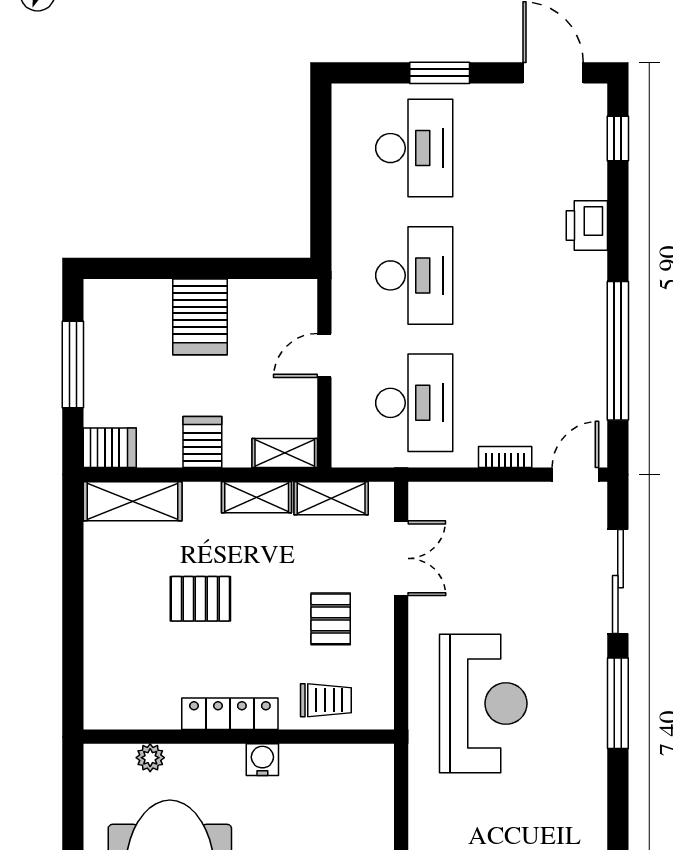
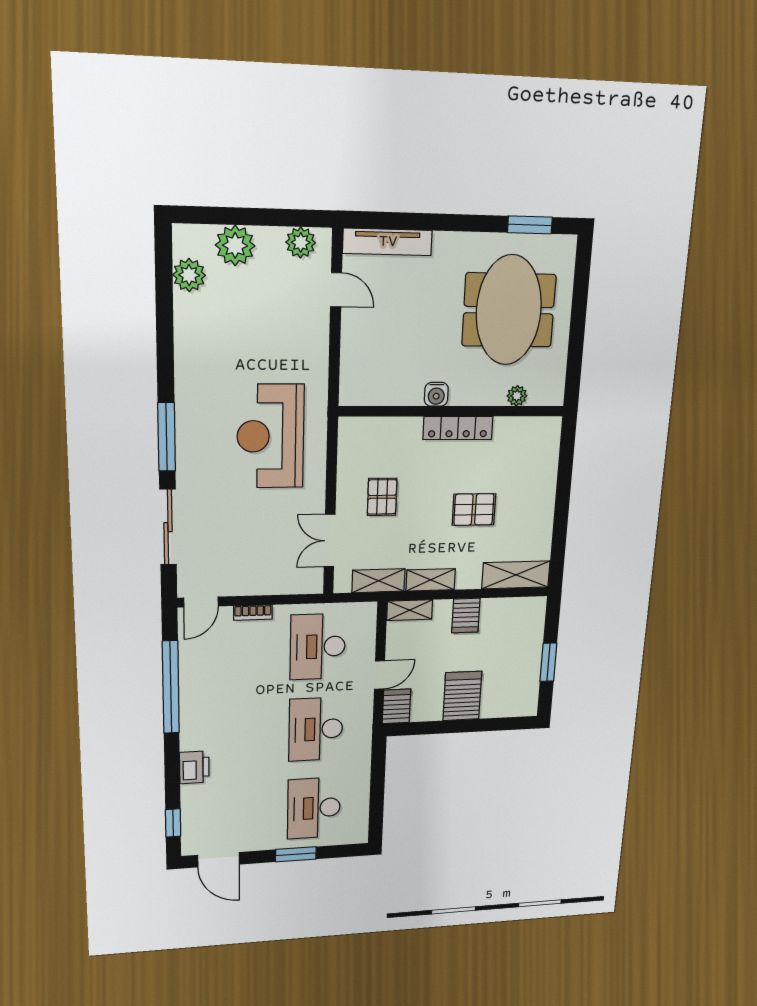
window: (73, 364) -> (548, 662), width x0.69
server rack: (110, 448) -> (396, 706), moved, turned 90
trolley: (326, 700) -> (388, 438), removed

